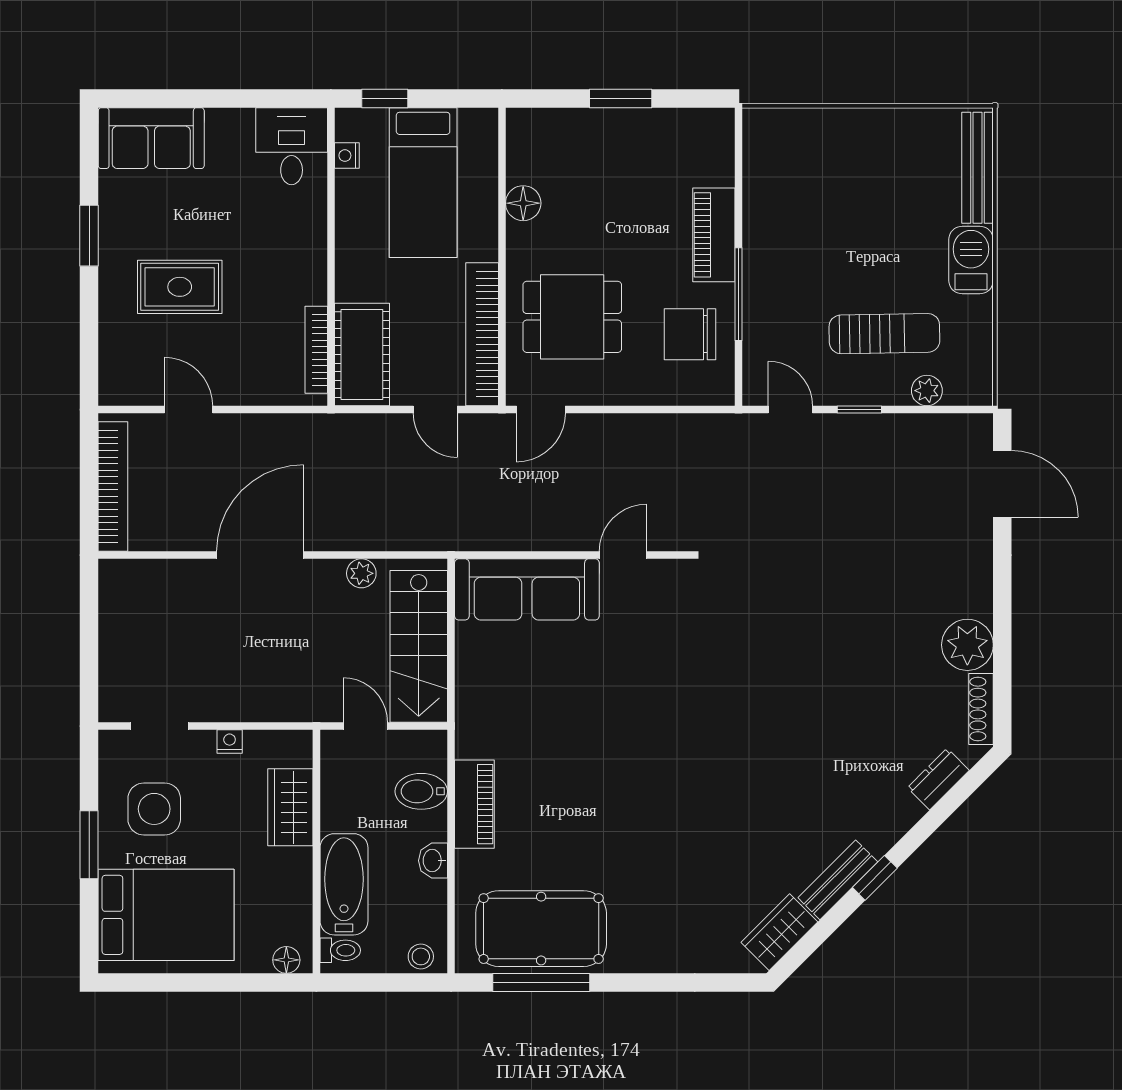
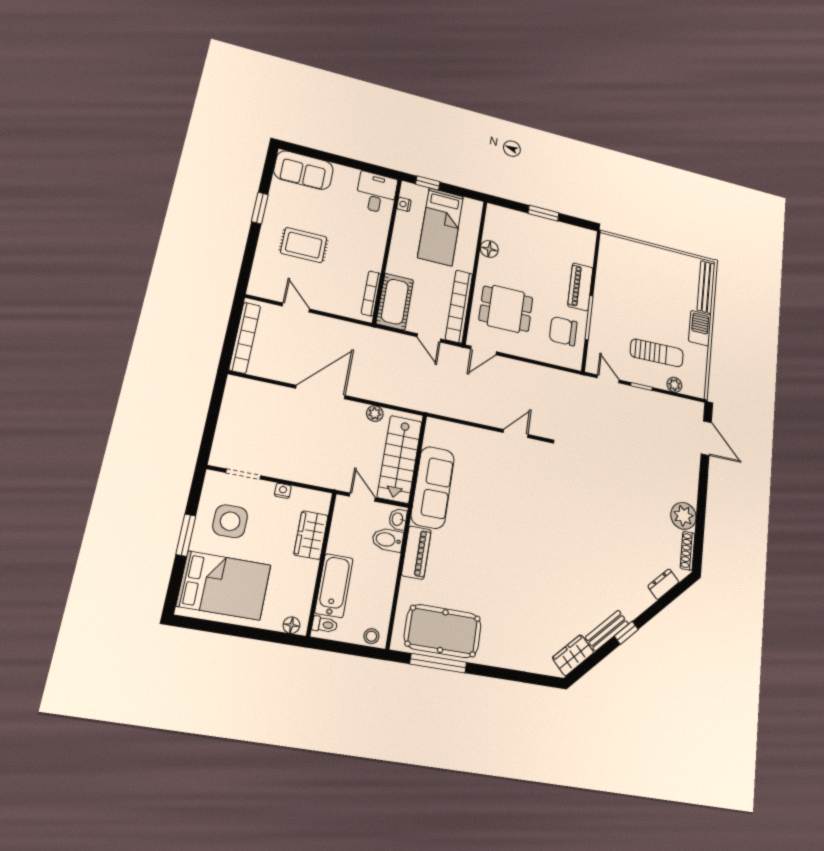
sofa: (527, 589) -> (433, 487), moved, turned -90
washbasin: (433, 861) -> (398, 519), moved

